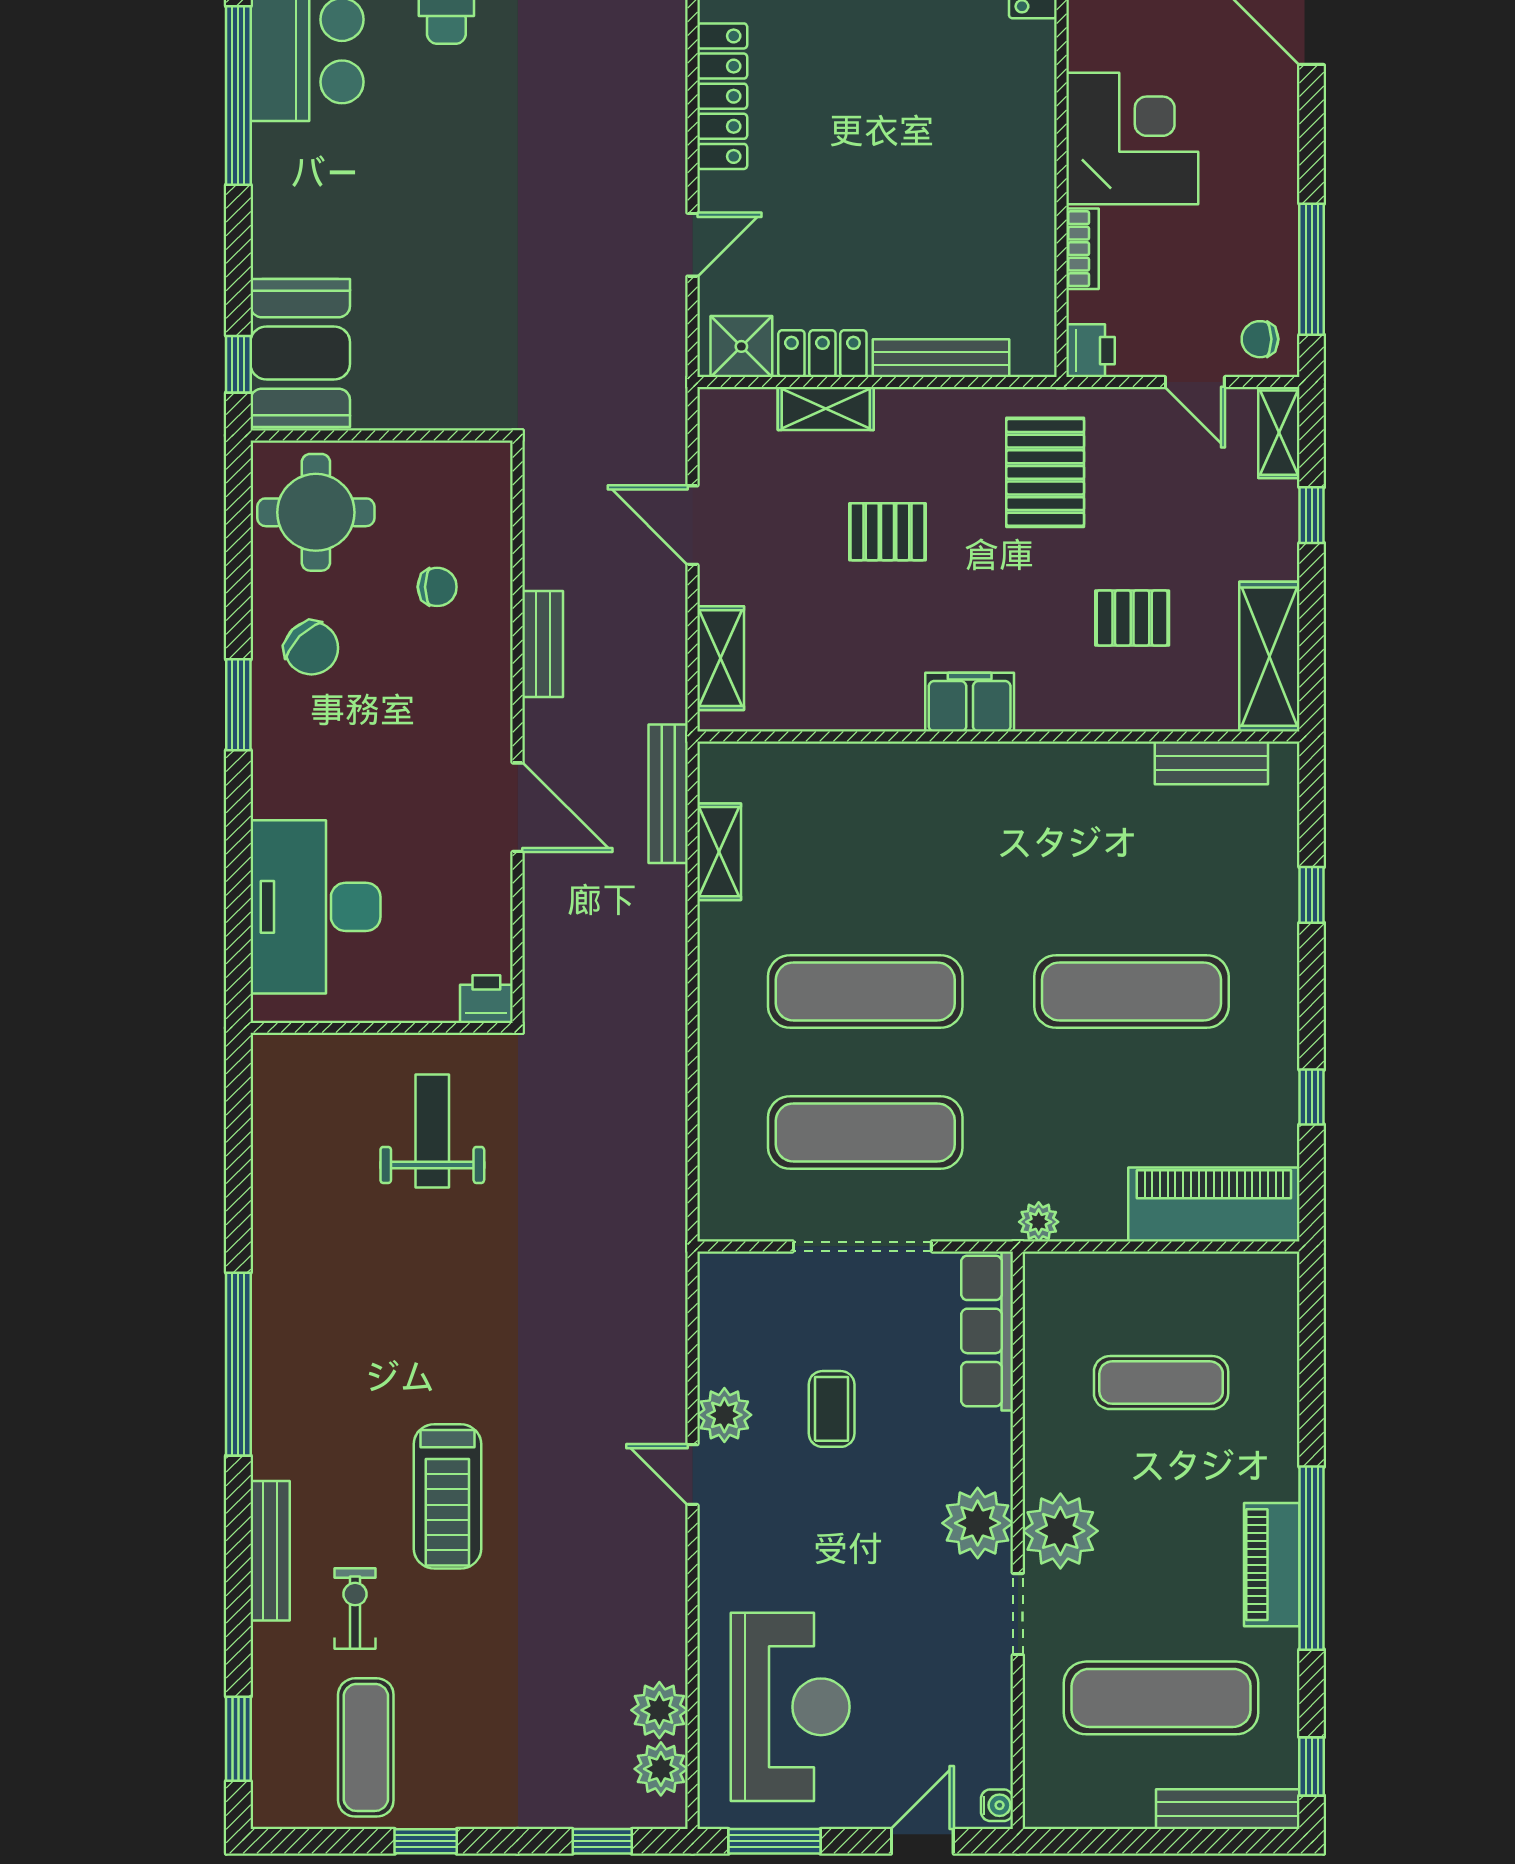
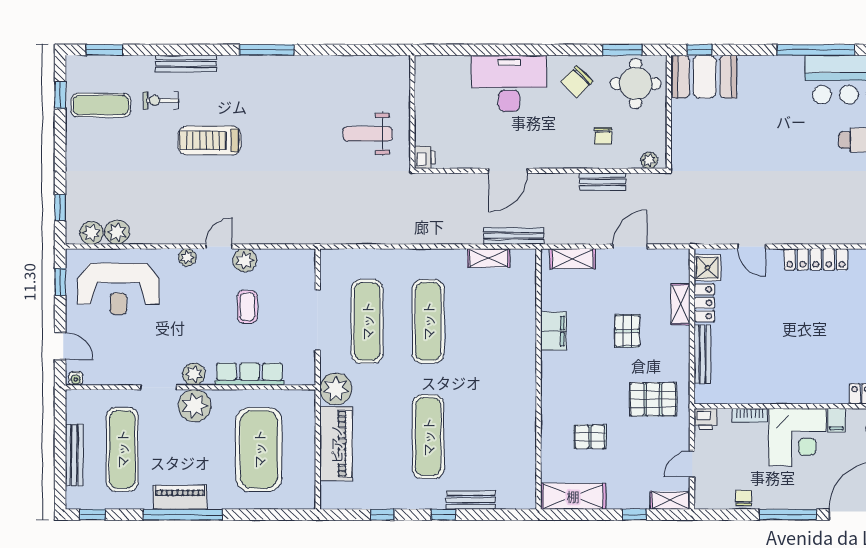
filing cabinet: (1094, 48) -> (836, 420), added
window: (1312, 269) -> (788, 515), moved
chair: (1260, 339) -> (744, 498), moved
plant: (493, 481) -> (649, 160), added
pallet: (1132, 618) -> (590, 437), turned 90
bench: (543, 644) -> (603, 182), moved
filing cabinet: (970, 702) -> (553, 331), moved
window: (238, 705) -> (622, 50), moved
bench: (1211, 763) -> (471, 500), moved, turned 90
window: (1312, 895) -> (443, 515), moved
desk: (315, 907) -> (509, 83), moved
weight bench: (432, 1131) -> (368, 134), turned 180
piano: (1214, 1204) -> (336, 444), moved
plant: (1039, 1222) -> (336, 389), width x1.88, depth x1.88
row of seats: (987, 1331) -> (249, 374), moved
window: (238, 1364) -> (267, 50), width x0.68
exercise mat: (1161, 1383) -> (259, 449), width x2.00, depth x1.45
coffee table: (832, 1409) -> (247, 307), turned 90
plant: (978, 1523) -> (194, 374), width x0.73, depth x0.73
plant: (718, 1548) -> (187, 257), added
exercise bike: (355, 1609) -> (161, 100), turned 180
bench: (1228, 1809) -> (74, 455), moved
window: (426, 1841) -> (60, 95), moved
window: (774, 1841) -> (60, 282), width x0.67

